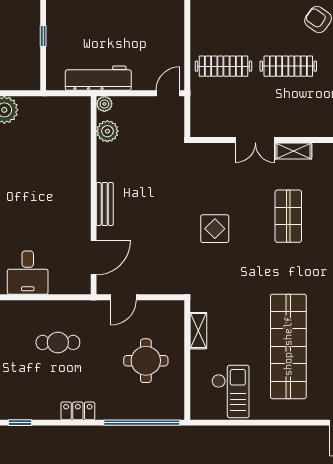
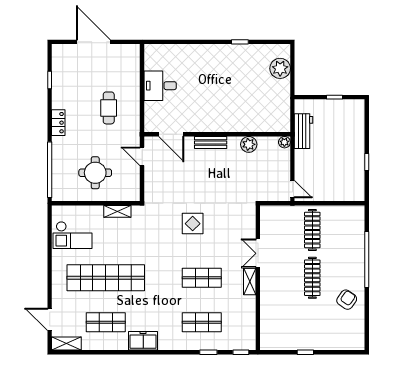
workbench: (98, 78) -> (303, 131), width x0.73
plant: (107, 131) -> (249, 144), moved

